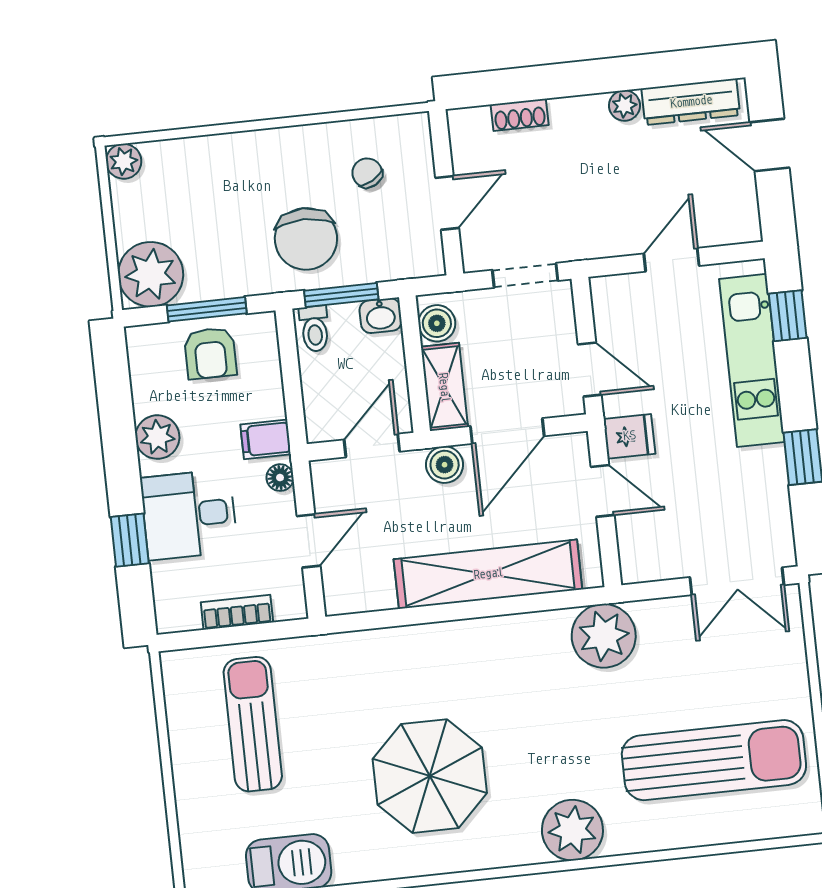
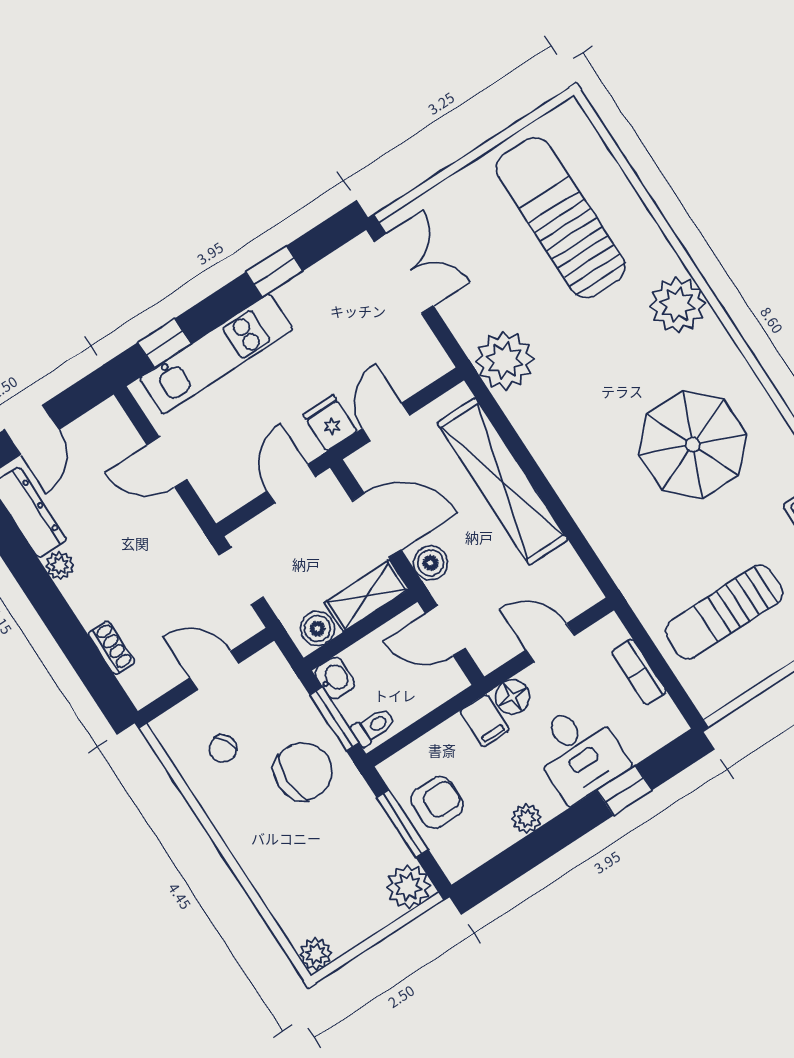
plant: (151, 274) -> (408, 887), width x0.73, depth x0.73
plant: (157, 437) -> (526, 818), width x0.73, depth x0.73
floor lamp: (280, 478) -> (513, 697), width x1.37, depth x1.37

